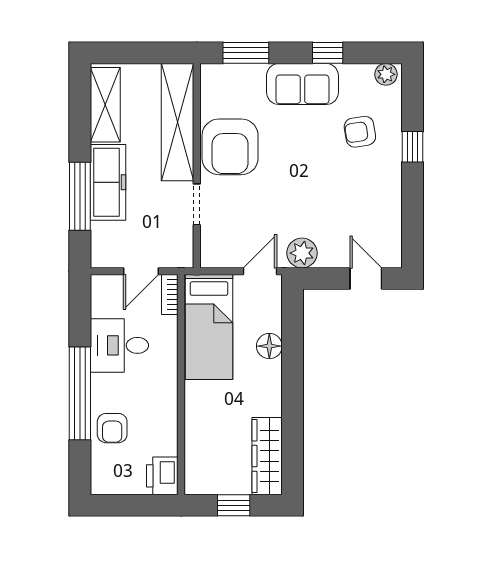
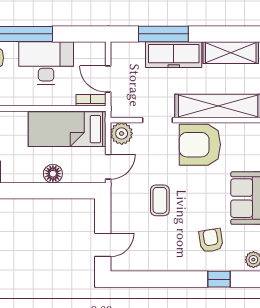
window: (412, 147) -> (219, 279), moved
coffee table: (306, 201) -> (160, 200), added
plant: (302, 253) -> (122, 133), moved
door: (260, 271) -> (108, 167), hinge flipped
desk: (119, 345) -> (46, 63), width x1.37

